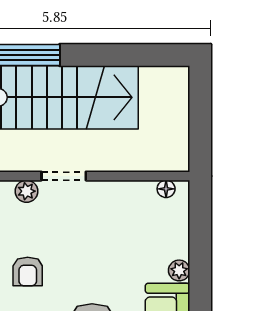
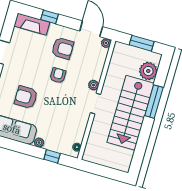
window: (200, 235) -> (52, 156), added
armchair: (28, 271) -> (58, 75), turned 90

